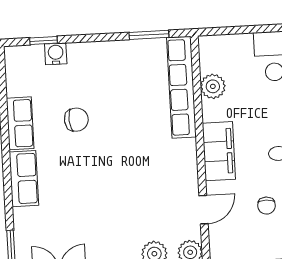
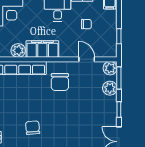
filing cabinet: (219, 151) -> (42, 49), moved
chair: (160, 164) -> (60, 82), added

